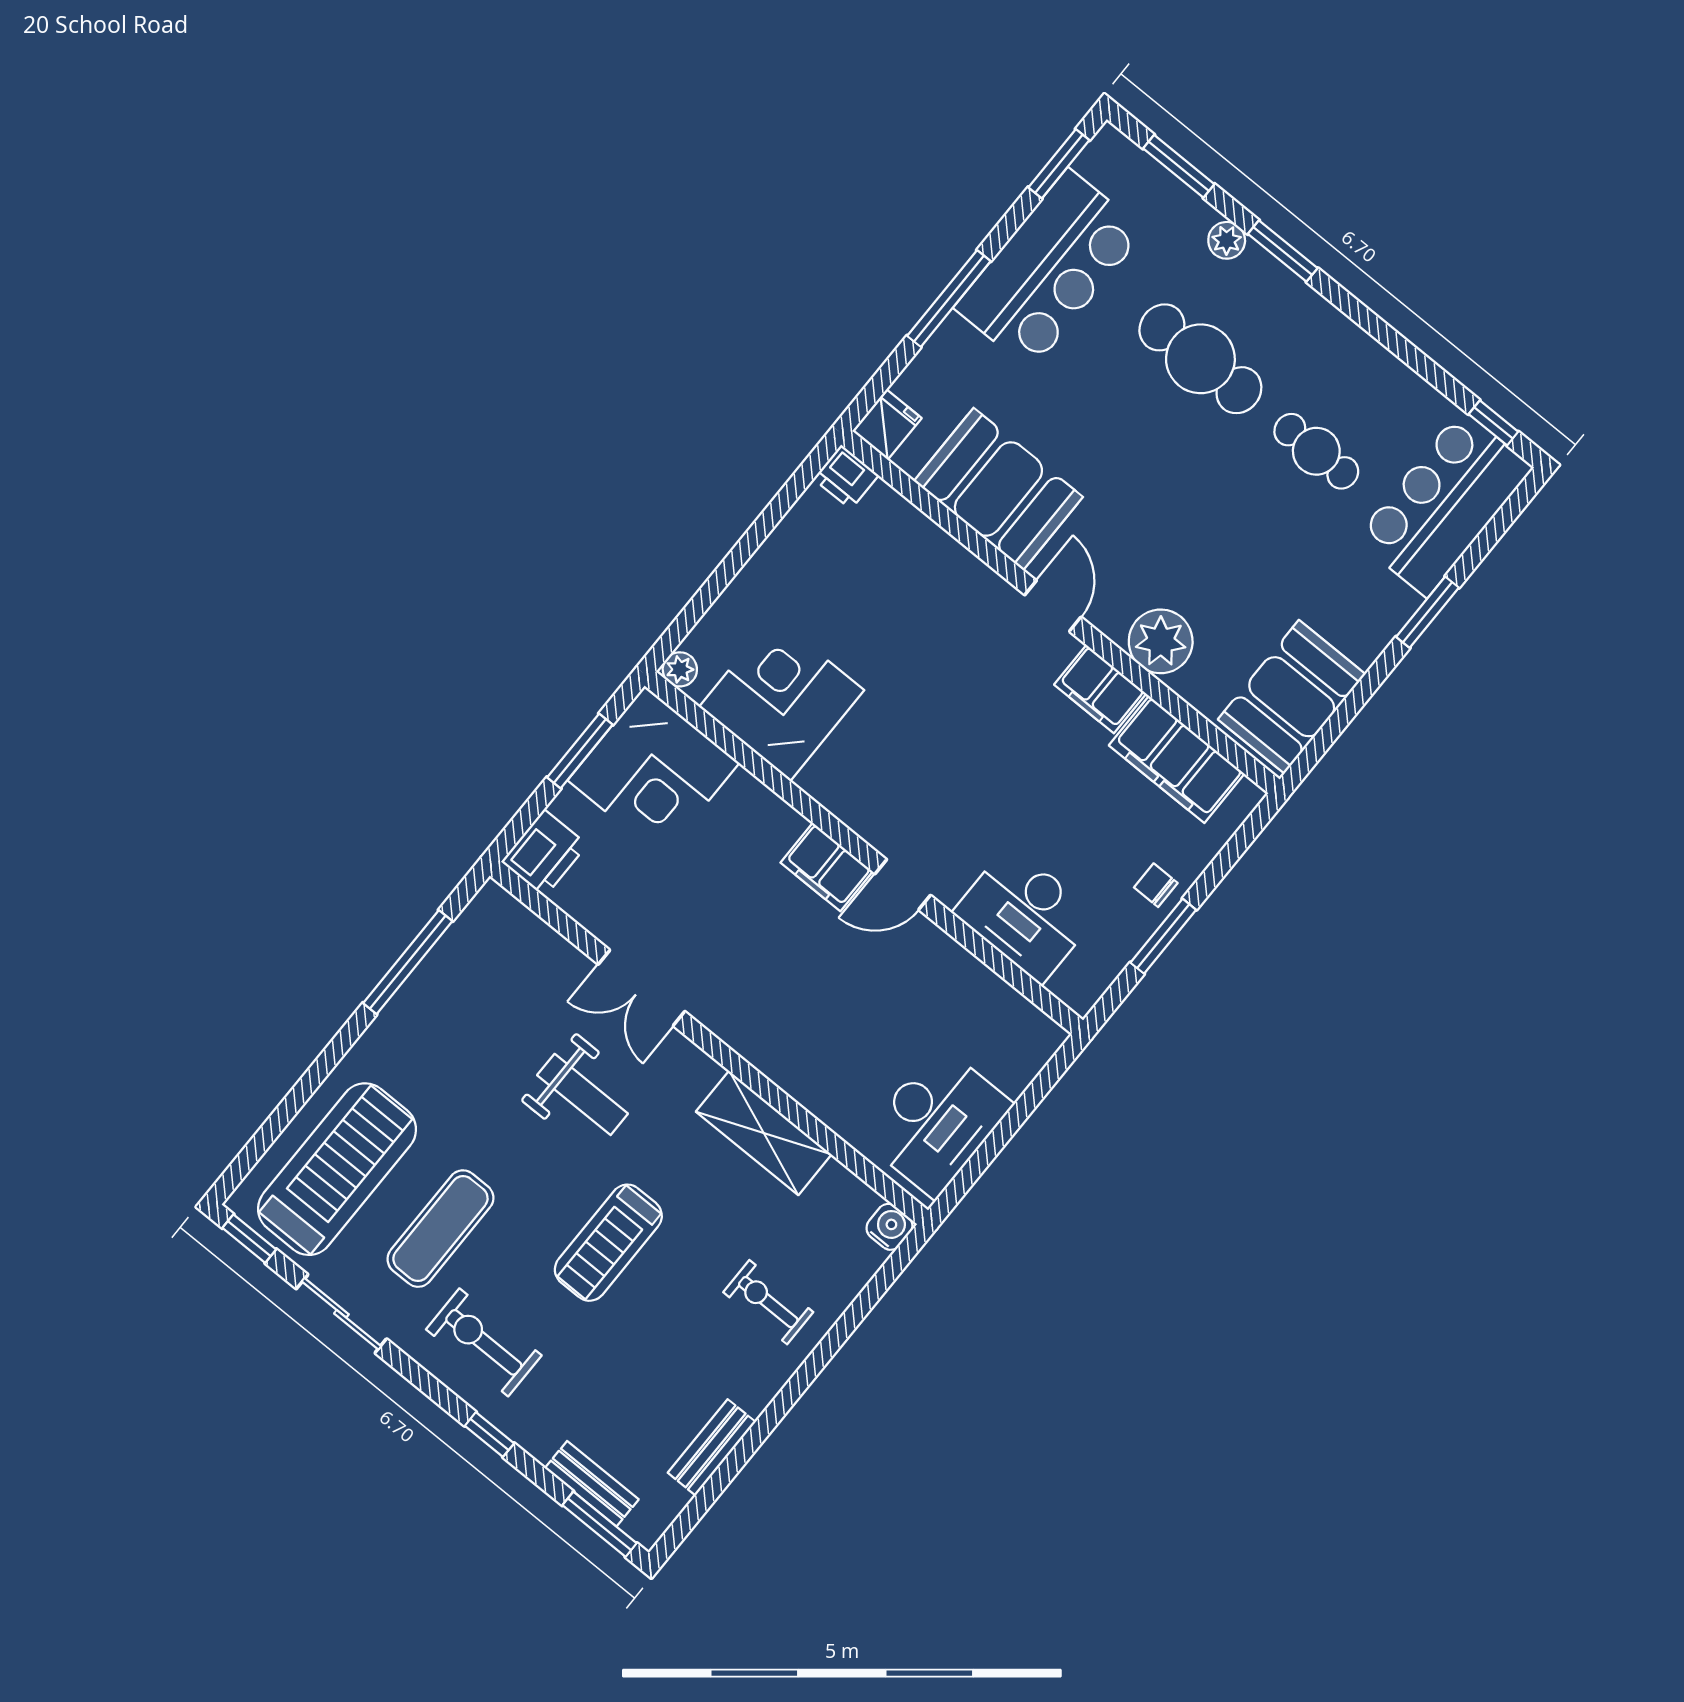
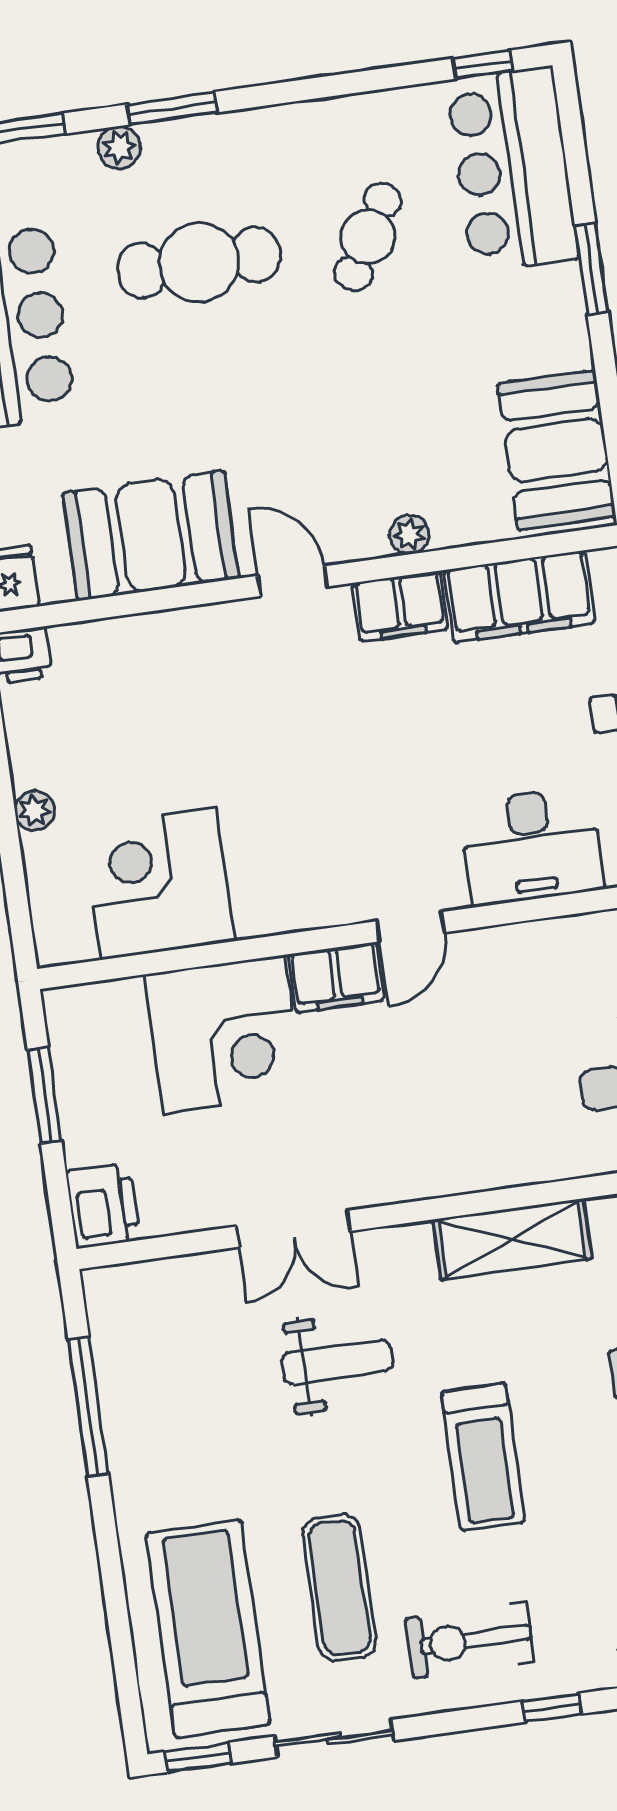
cafe table: (1316, 451) -> (368, 237), turned -60
plant: (1161, 641) -> (409, 535), width x0.53, depth x0.53
plant: (680, 669) -> (35, 811), moved
corner desk: (653, 772) -> (224, 1035), moved

